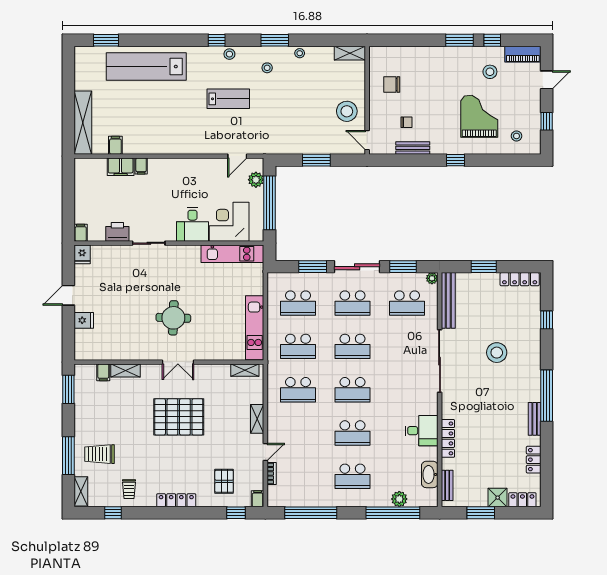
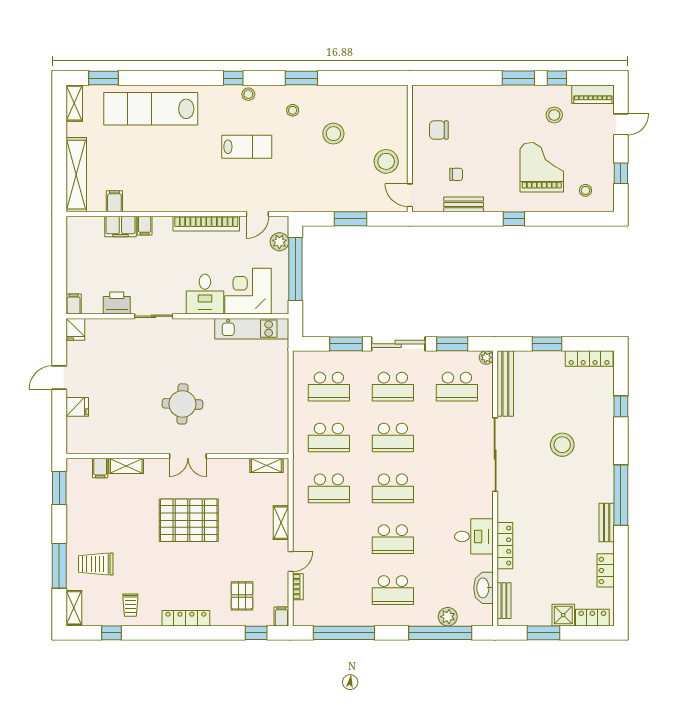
stool: (300, 53) -> (333, 134), moved, width x1.89, depth x1.89
shelving: (350, 53) -> (74, 103), moved, turned 90
bookcase: (194, 164) -> (206, 224), added
kitchen unit: (255, 328) -> (278, 416), removed

